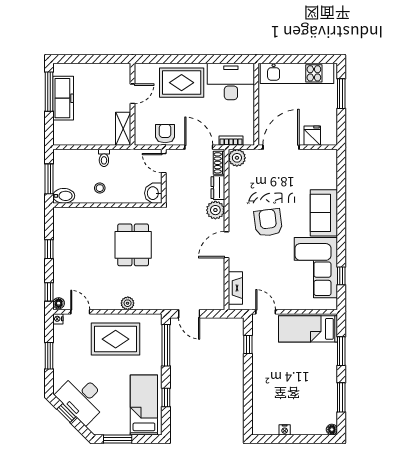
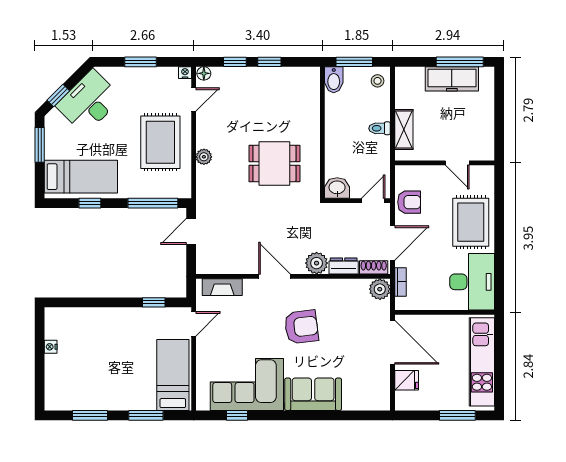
shelving: (123, 129) -> (404, 129), moved, turned 90
stool: (100, 188) -> (378, 81), moved
window: (49, 292) -> (235, 62), moved
window: (66, 413) -> (58, 95), moved
floor lamp: (332, 430) -> (51, 404), removed

